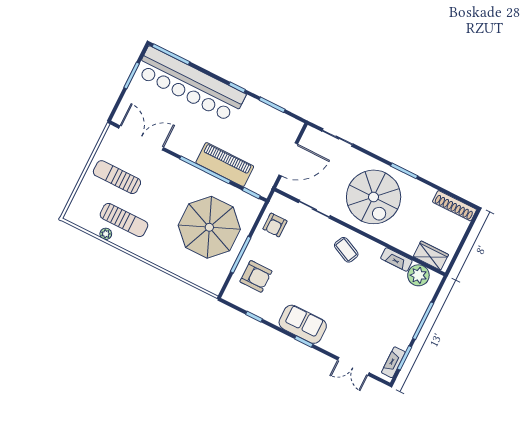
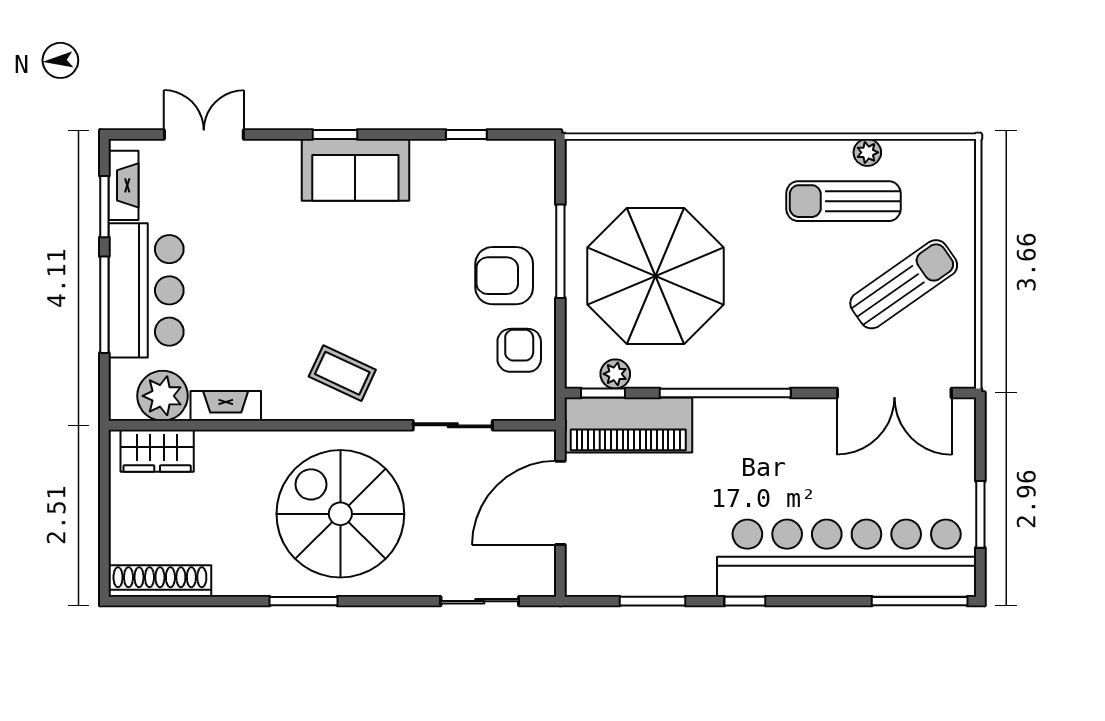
piano: (225, 165) -> (628, 425), moved
sun lounger: (117, 177) -> (904, 284), turned -35
plant: (243, 198) -> (615, 374), added
armchair: (256, 276) -> (504, 276), moved
bar counter: (405, 318) -> (146, 290), added

